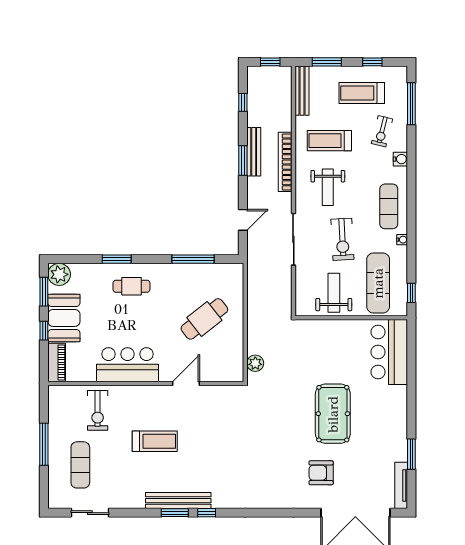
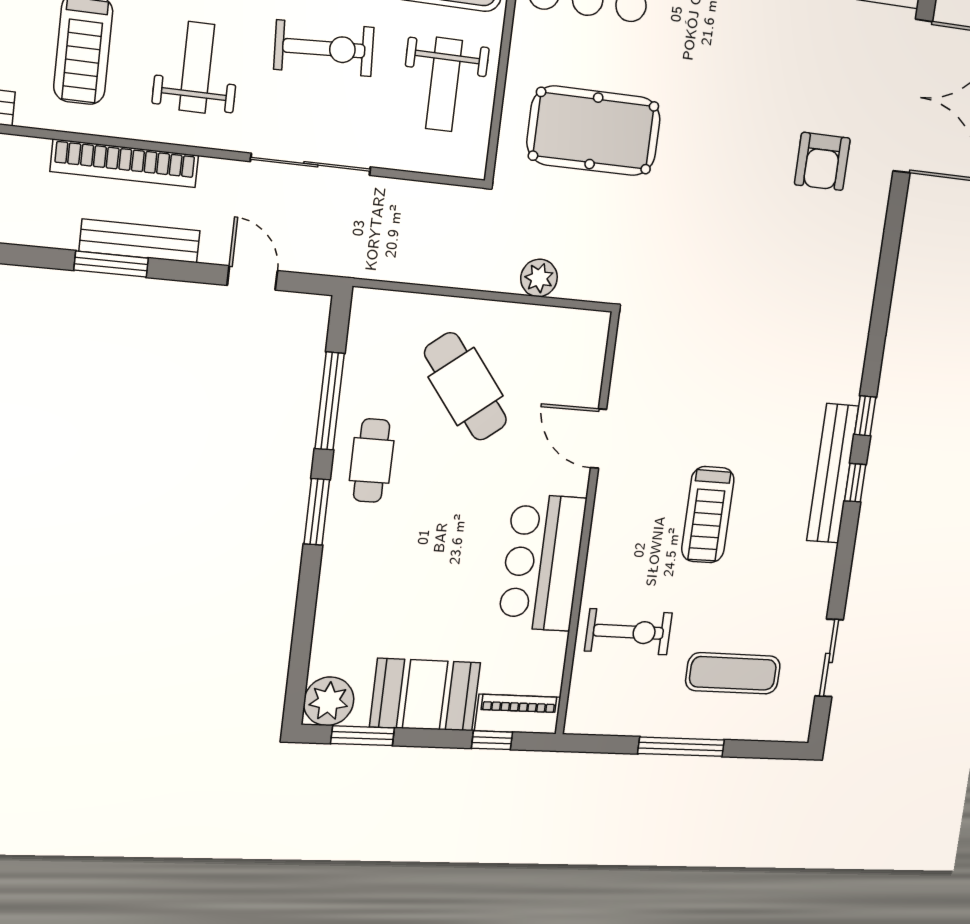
bench: (254, 152) -> (140, 241), moved
weight bench: (328, 187) -> (197, 67), turned -90
window: (117, 259) -> (317, 512), moved
cafe table: (131, 286) -> (372, 461), moved
weight bench: (334, 293) -> (444, 84), turned -90
window: (44, 331) -> (492, 740), moved
plant: (255, 363) -> (539, 278), moved
pool table: (333, 414) -> (594, 131), moved
treadmill: (155, 441) -> (708, 515), turned 180
window: (175, 513) -> (855, 483), width x0.67

